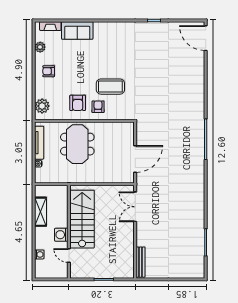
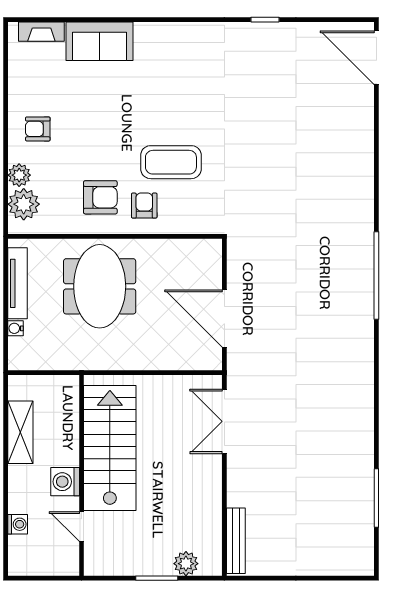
plant: (40, 47) -> (19, 175), moved
armchair: (78, 103) -> (100, 197), turned -90
door: (135, 159) -> (224, 318), swing flipped
plant: (117, 273) -> (186, 564), added

